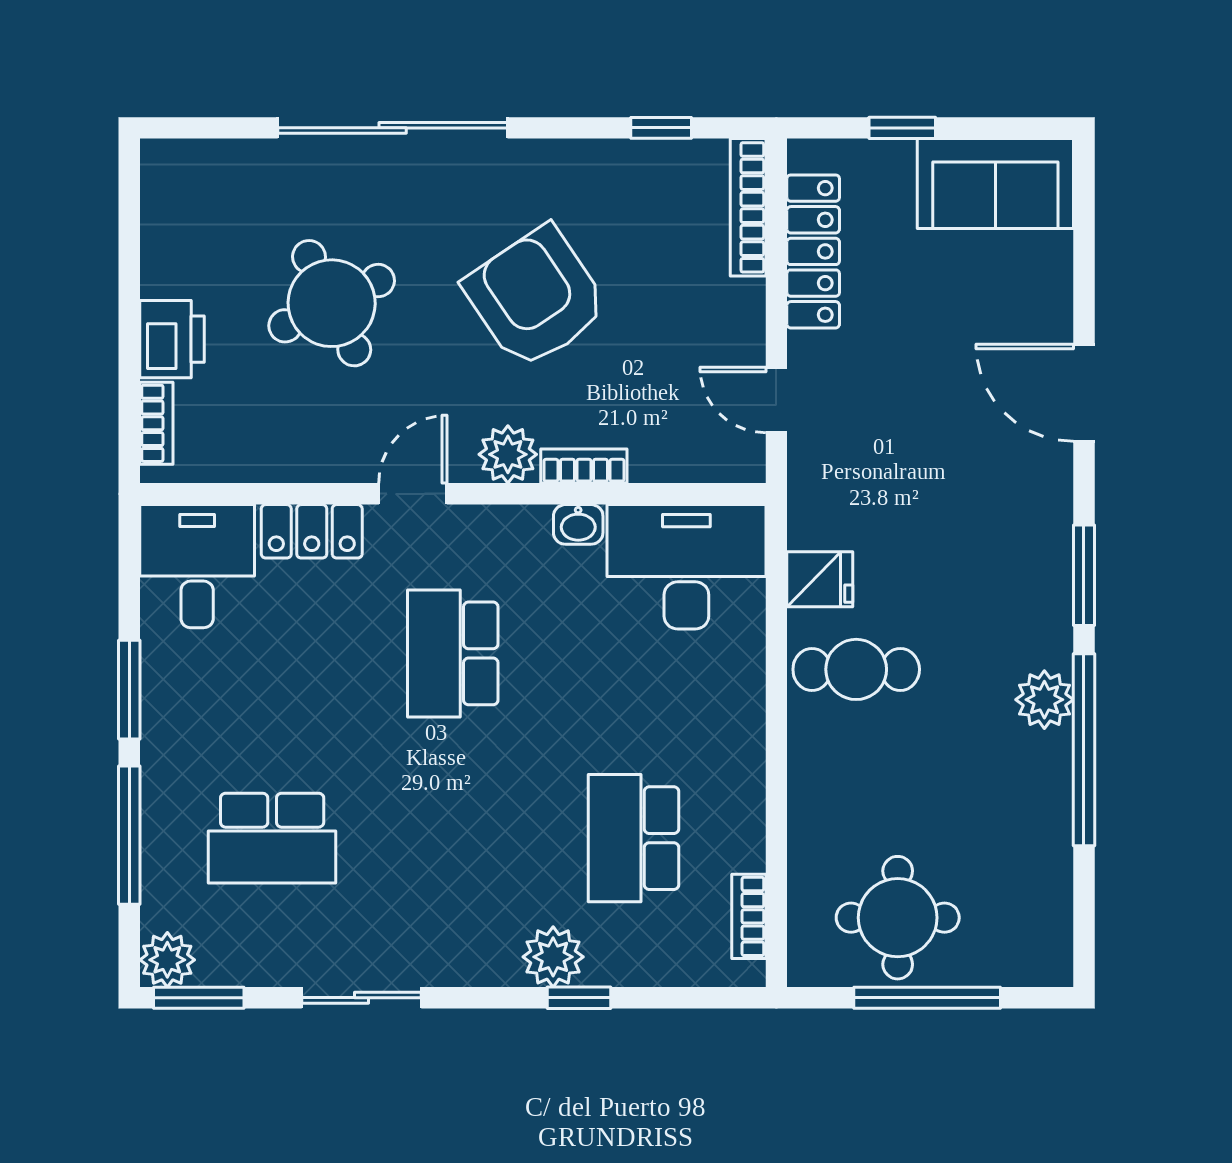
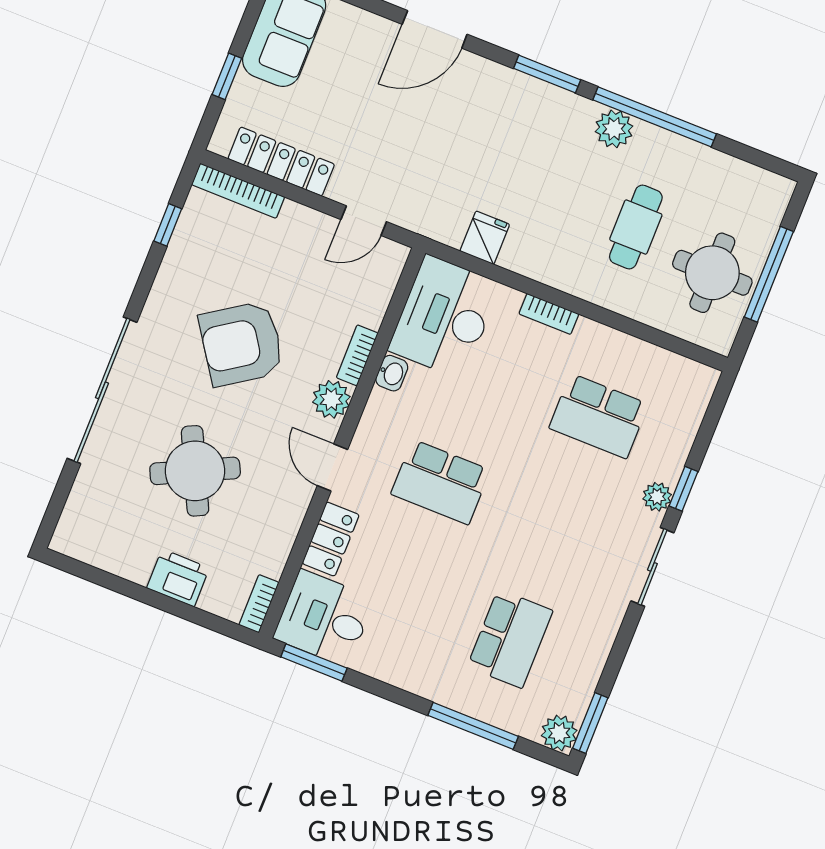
bookcase: (156, 423) -> (259, 604), moved, turned -90
cafe table: (856, 669) -> (636, 227), moved
window: (129, 690) -> (314, 663), moved
bookcase: (749, 916) -> (549, 314), moved
plant: (553, 957) -> (657, 497), width x0.73, depth x0.73
sliding door: (362, 998) -> (652, 567), moved

